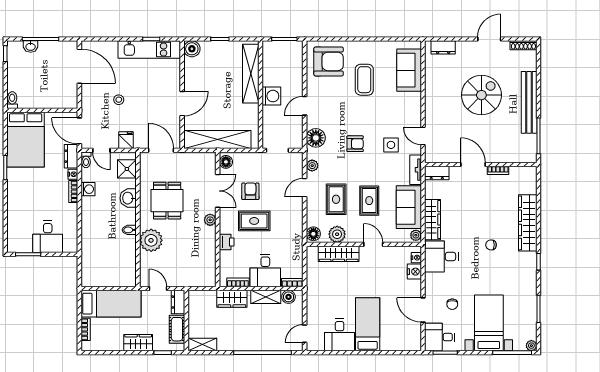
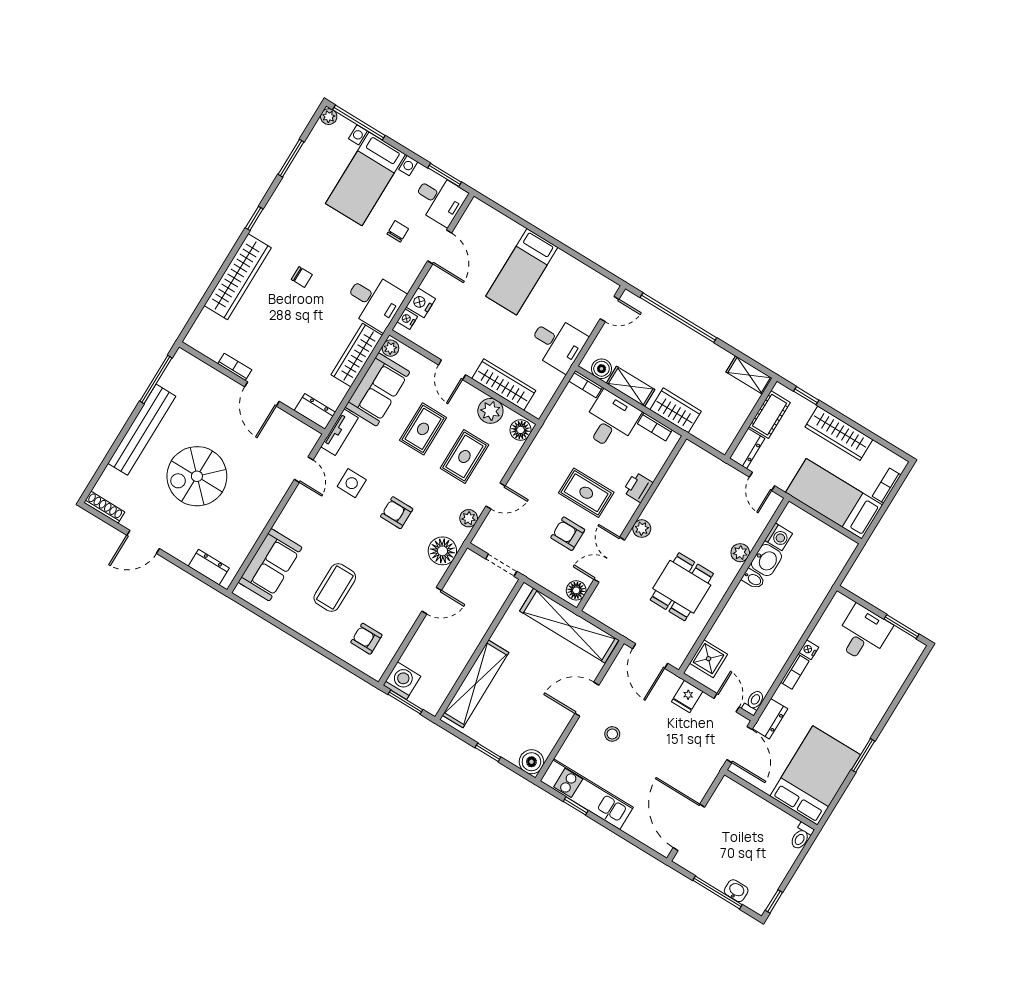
armchair: (329, 61) -> (366, 639), width x0.53, depth x0.53
washing machine: (271, 96) -> (402, 681), moved, turned 90
stool: (119, 100) -> (612, 734), moved
nightstand: (73, 174) -> (809, 650), moved
washing machine: (88, 189) -> (779, 537), moved, turned 180
armchair: (250, 191) -> (568, 534), turned 90
washbasin: (128, 198) -> (766, 560), moved
plant: (151, 240) -> (740, 553), width x0.53, depth x0.53
desk: (340, 335) -> (557, 343), moved, turned 90
wardrobe: (138, 343) -> (839, 433), width x1.50

